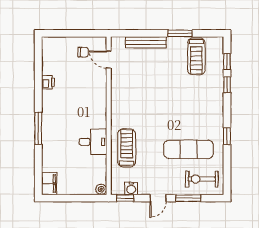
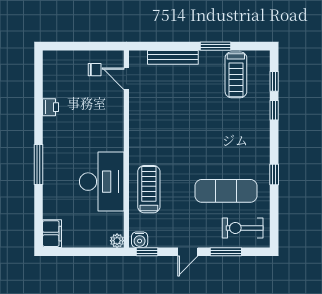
desk: (93, 142) -> (102, 182), width x1.87, depth x1.30
water cooler: (131, 188) -> (140, 240), moved

